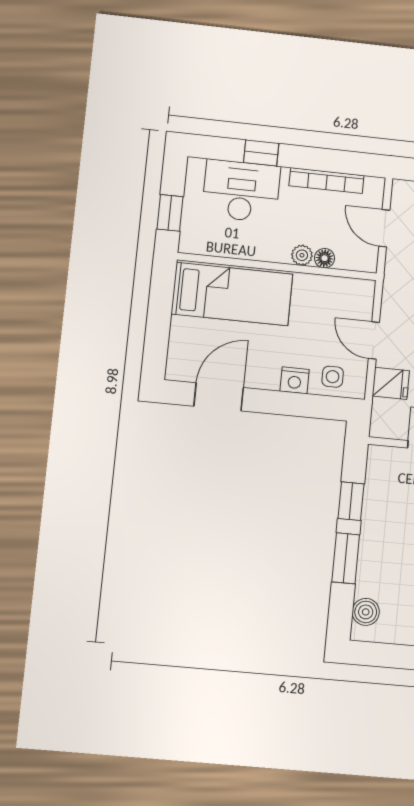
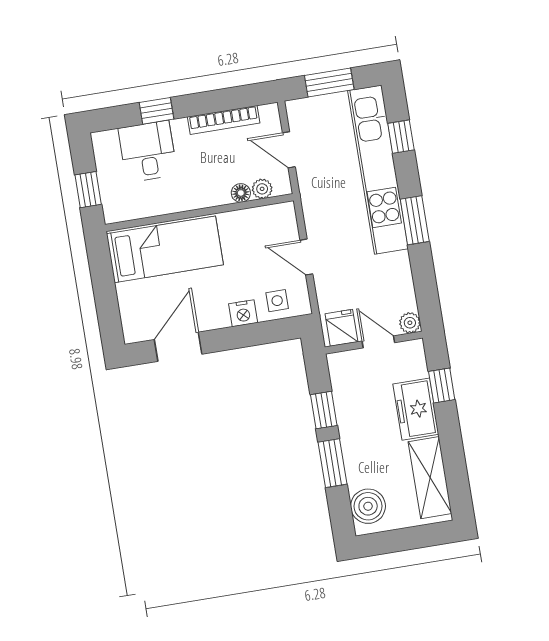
desk: (241, 191) -> (148, 151), width x0.73
plant: (302, 255) -> (262, 189), moved
fridge: (391, 383) -> (341, 328), moved, turned -90
boiler: (366, 612) -> (368, 506), width x1.36, depth x1.36

